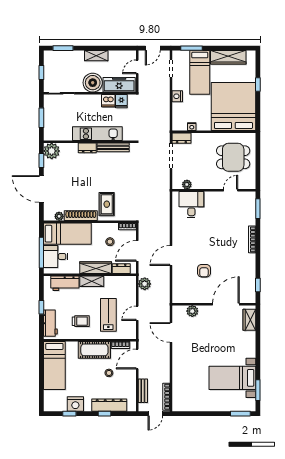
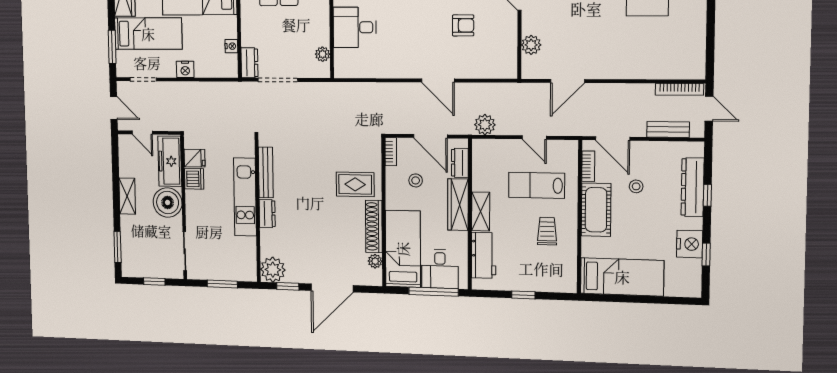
desk: (191, 205) -> (355, 27), moved
workbench: (50, 323) -> (550, 281), removed

